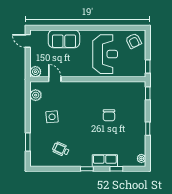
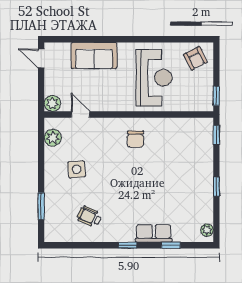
chair: (109, 115) -> (135, 139), moved

